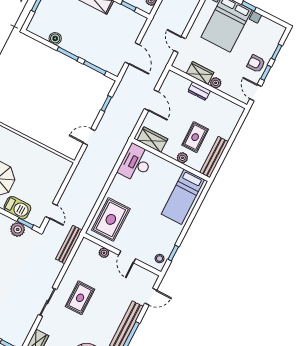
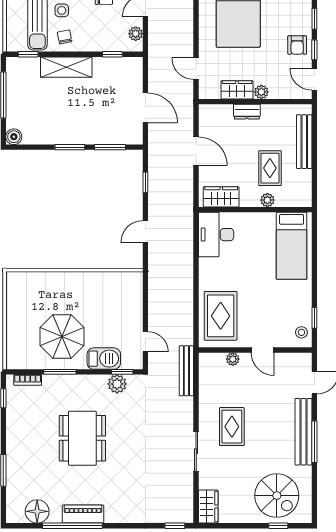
boiler: (55, 38) -> (14, 137), moved
armchair: (256, 64) -> (297, 45), turned -90
bench: (214, 157) -> (304, 142), moved

